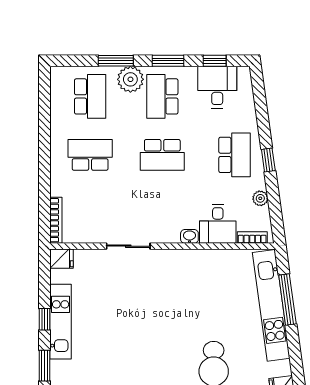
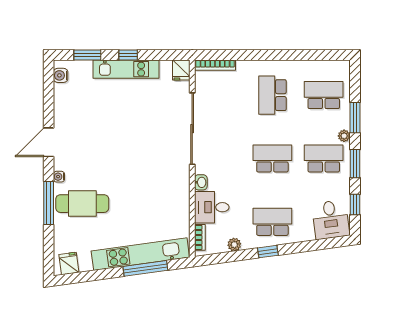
plant: (130, 79) -> (344, 136), width x0.53, depth x0.53
desk: (217, 87) -> (331, 220), moved, turned 82
school desk: (90, 96) -> (324, 95), turned 180
school desk: (90, 155) -> (272, 95), turned 180
school desk: (162, 155) -> (272, 158), turned 90
school desk: (234, 155) -> (272, 222), turned 180
sliding door: (128, 246) -> (192, 129), width x1.86

